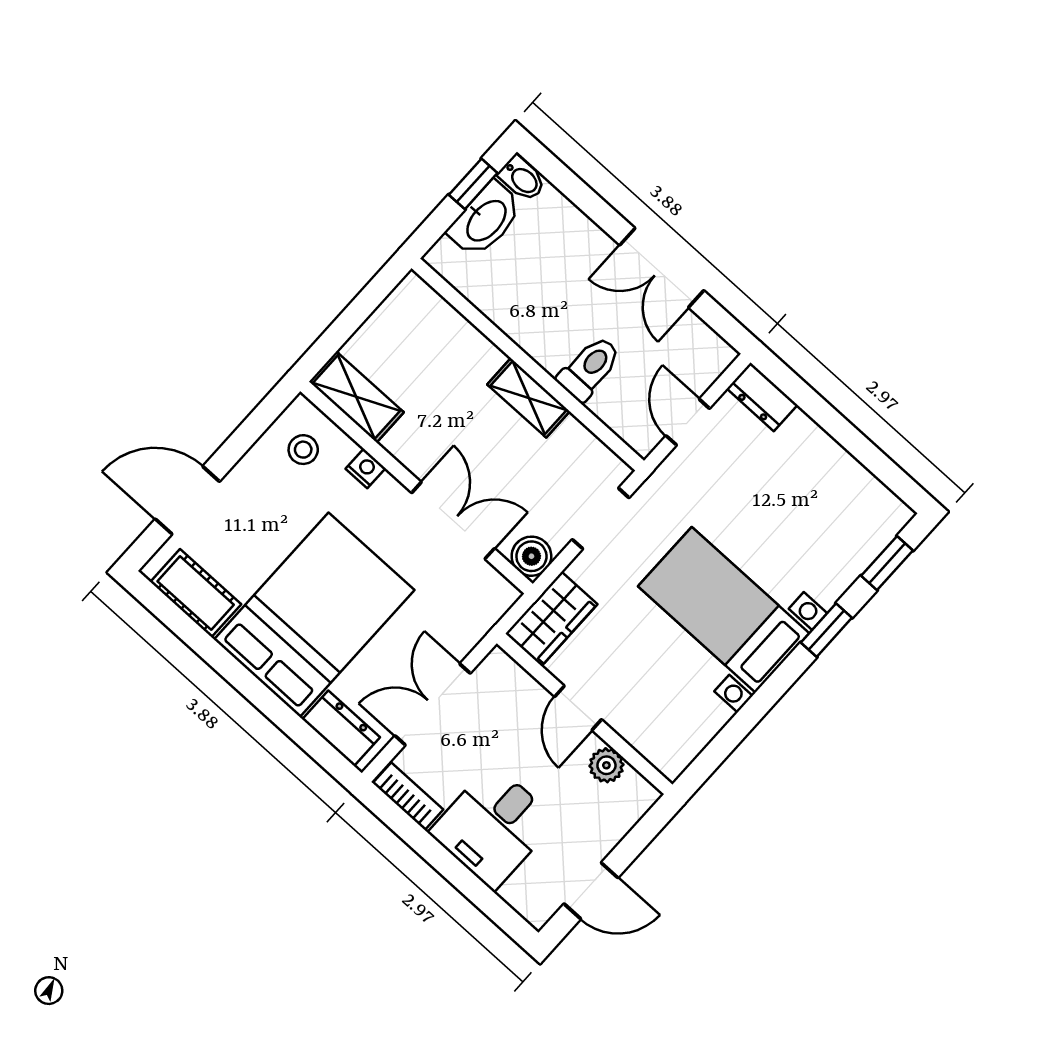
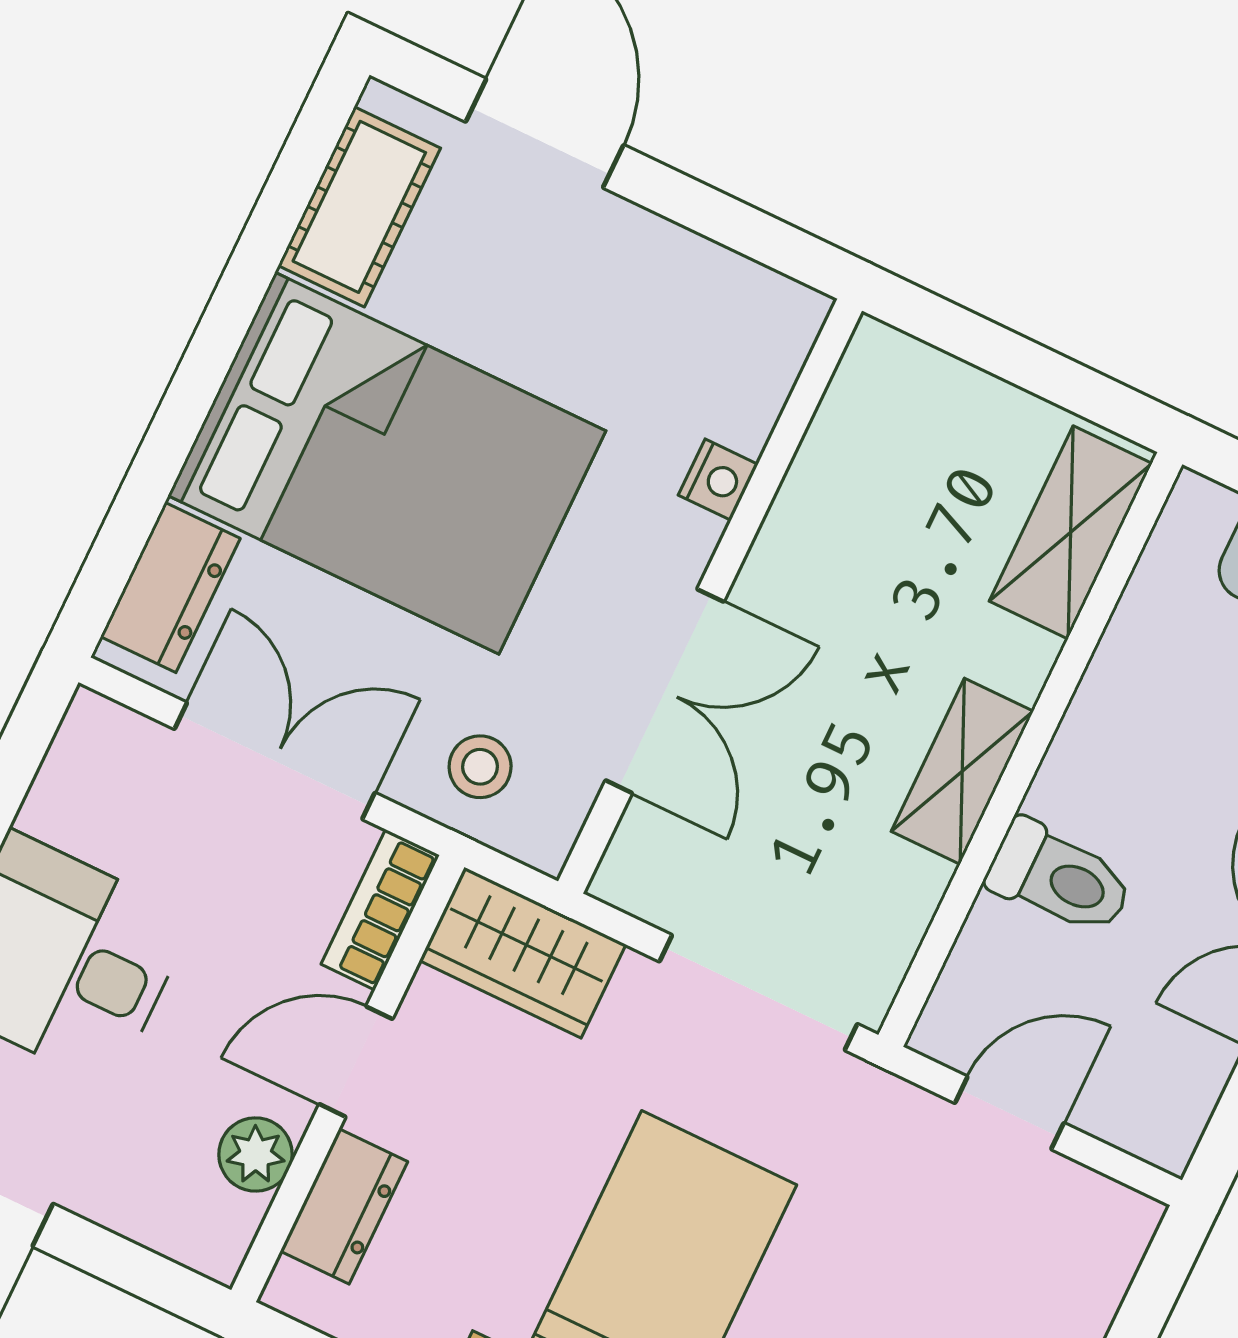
shelving: (356, 397) -> (1071, 532), moved
dresser: (762, 397) -> (344, 1206), moved, turned 180
stool: (303, 450) -> (480, 767), moved
doorway: (601, 519) -> (758, 993), width x1.38
boiler: (531, 556) -> (639, 874), removed
bookcase: (408, 796) -> (380, 910), moved, turned 180

